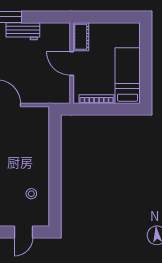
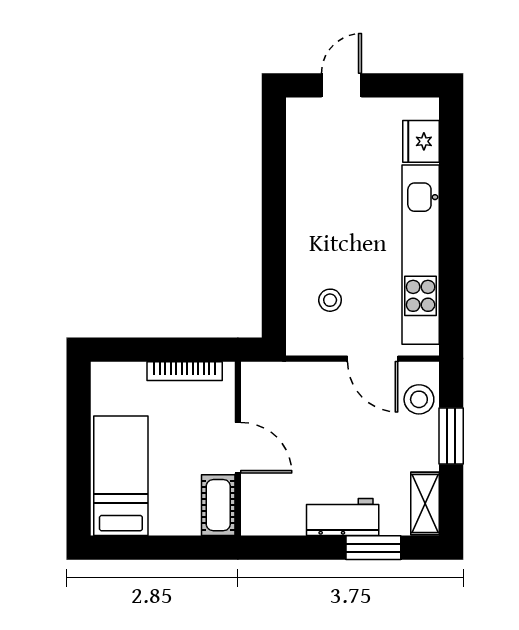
bed: (128, 76) -> (121, 476), moved, turned 180
stool: (31, 194) -> (330, 300), moved

